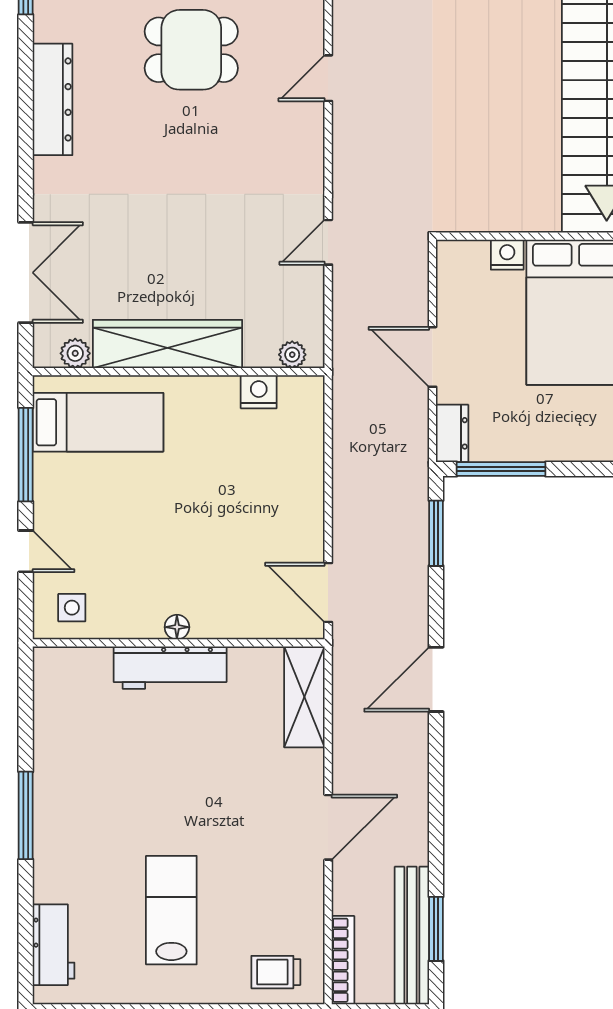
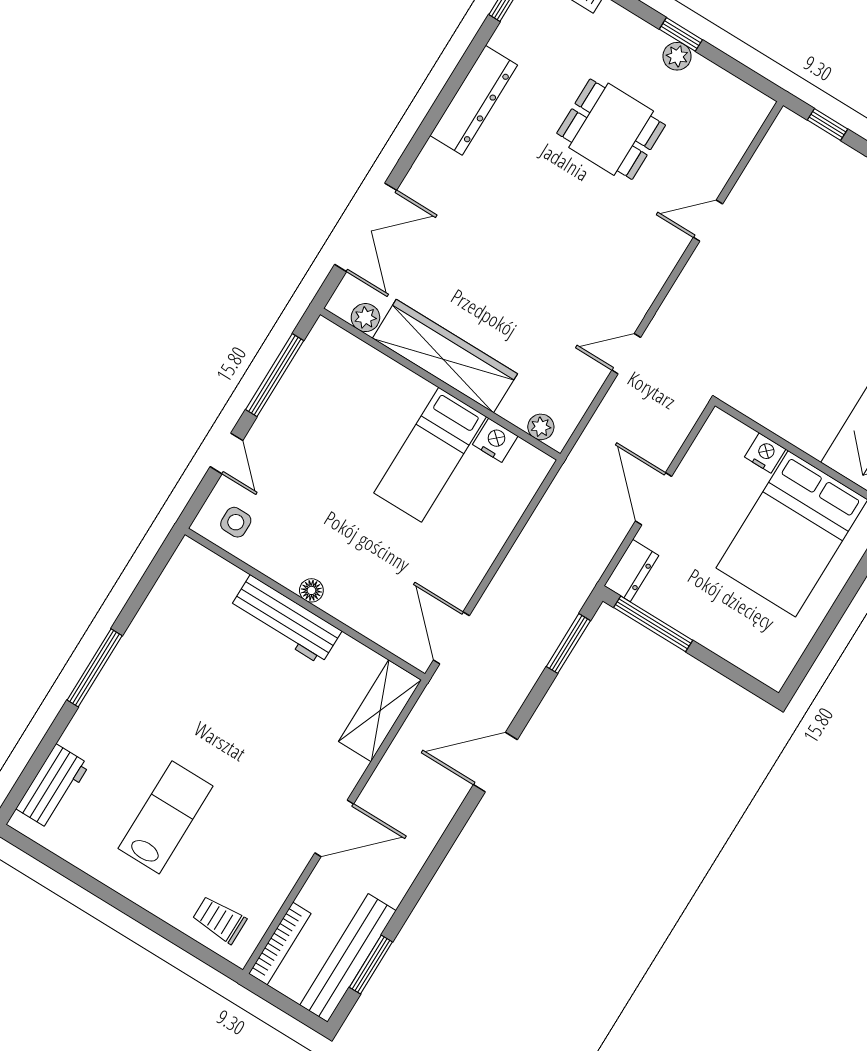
bed: (98, 422) -> (430, 455), moved, turned 90

